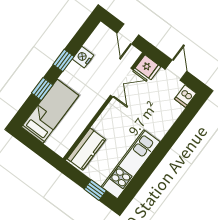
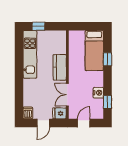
door: (128, 34) -> (84, 123), hinge flipped
window: (64, 60) -> (108, 102), moved
door: (176, 70) -> (43, 123), hinge flipped
kitchen counter: (86, 149) -> (60, 67), moved

